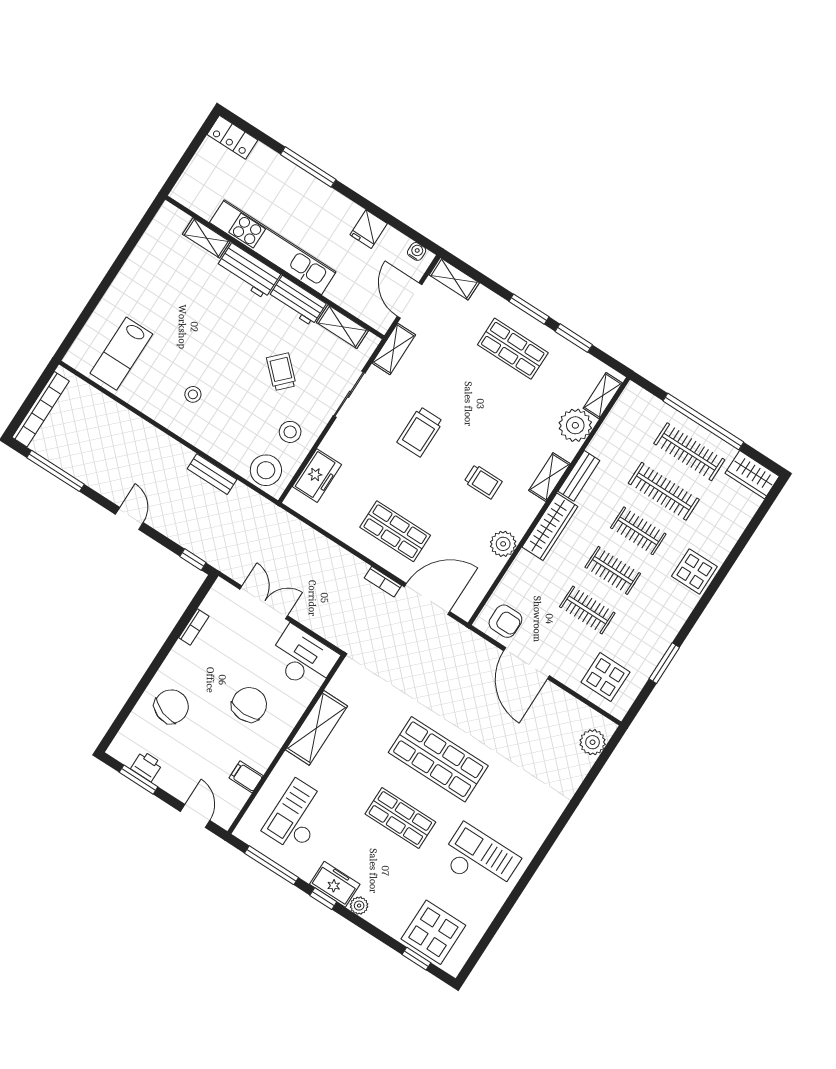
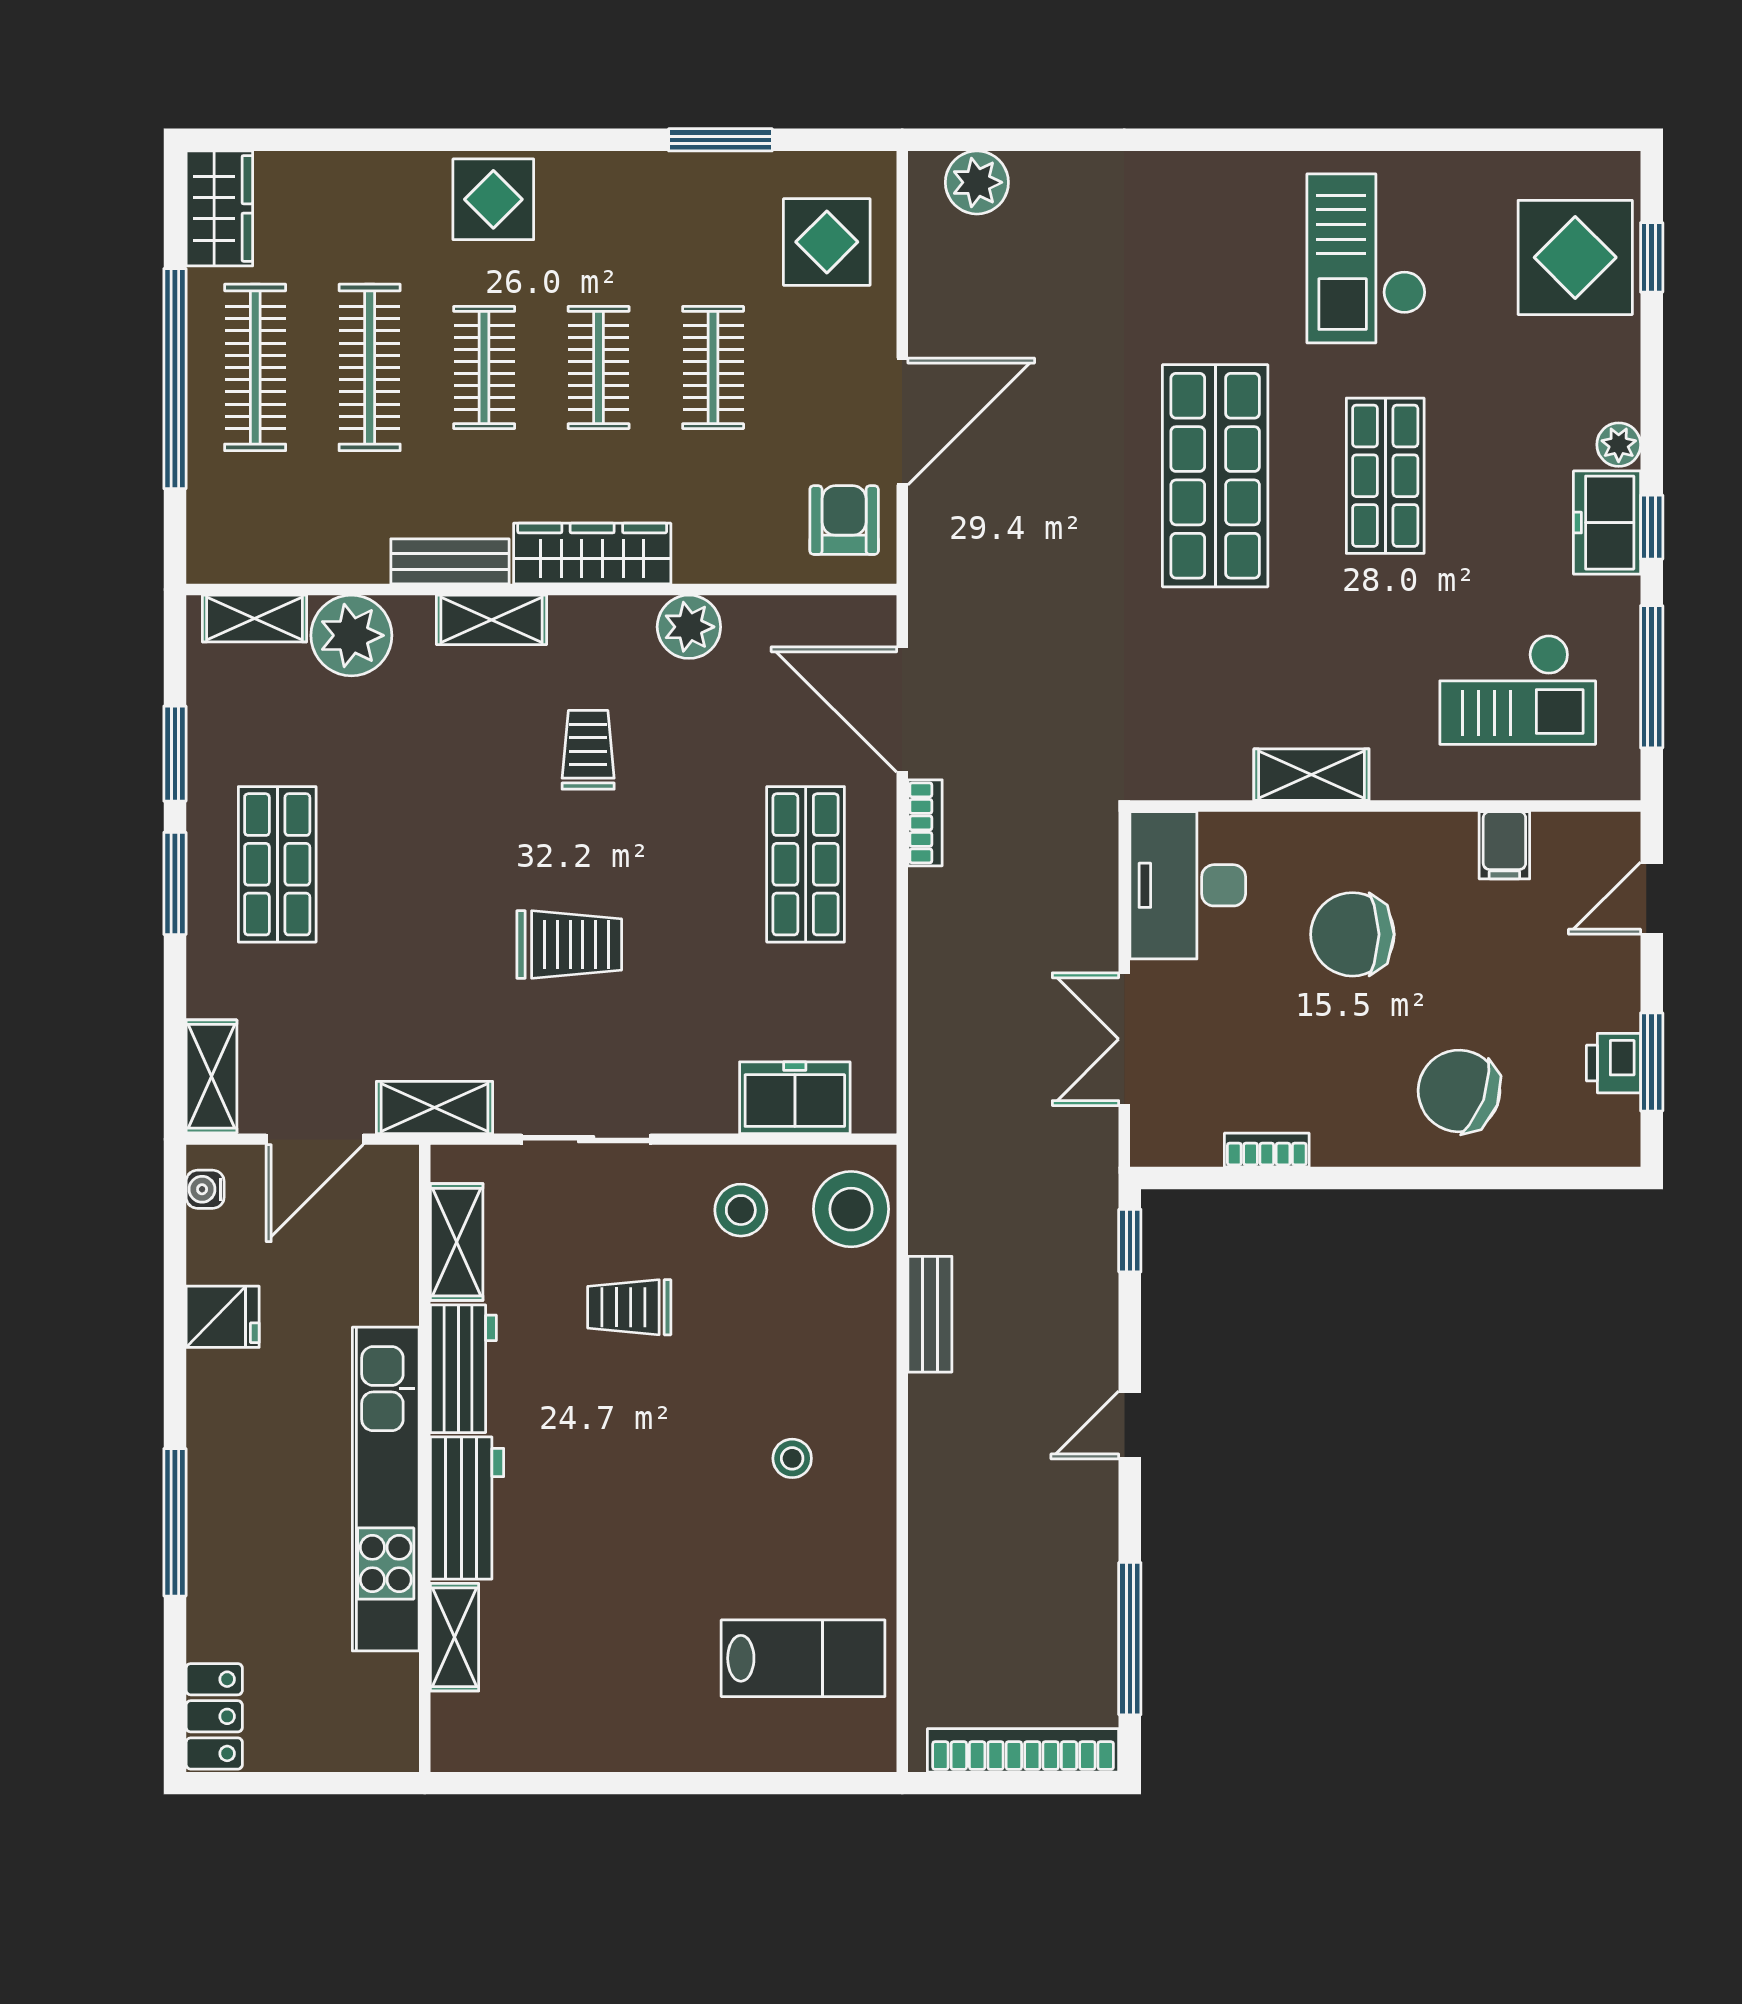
trolley: (281, 372) -> (629, 1307), turned 46
shelving: (316, 728) -> (1311, 775), width x0.67, depth x0.75

